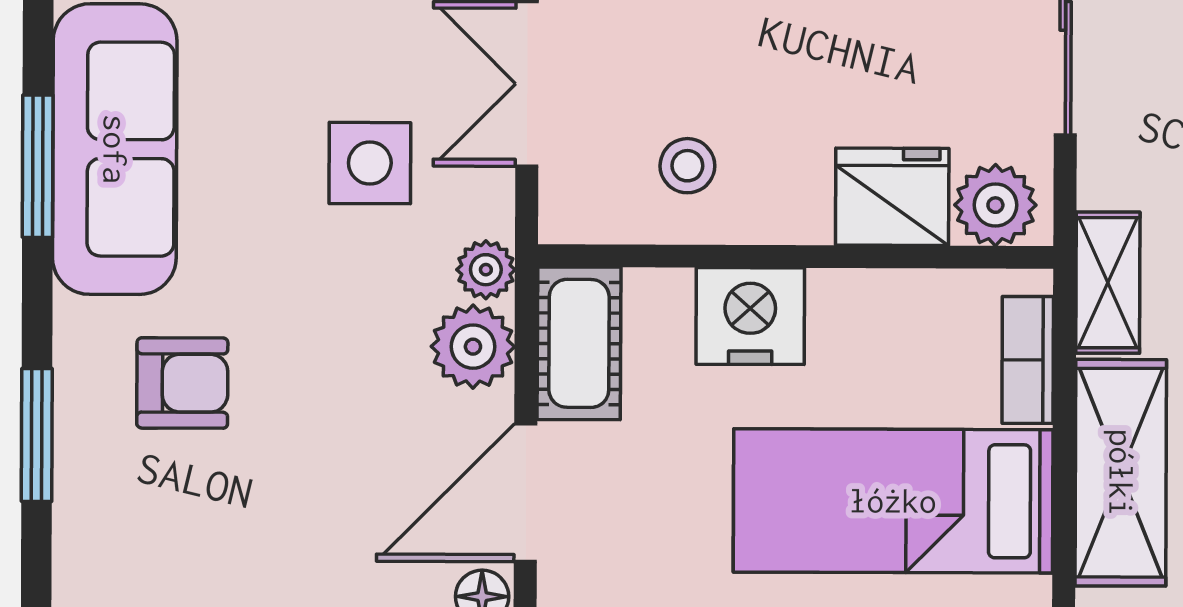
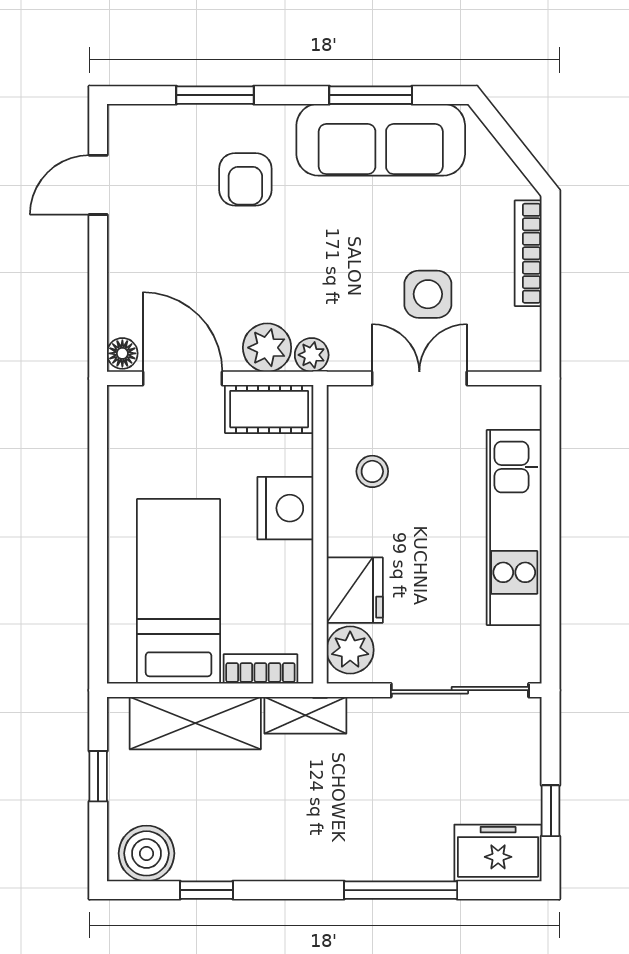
side table: (370, 163) -> (428, 294), moved

